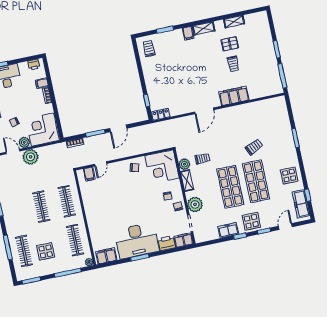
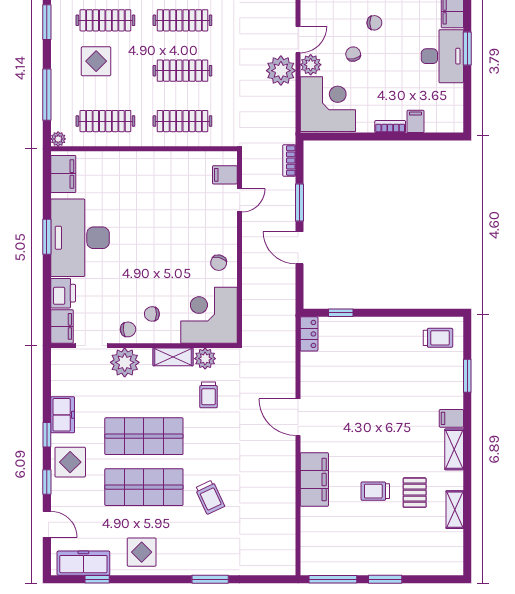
printer: (34, 65) -> (454, 114), removed
door: (101, 164) -> (240, 200), swing flipped
clothes rail: (16, 212) -> (182, 20), added

